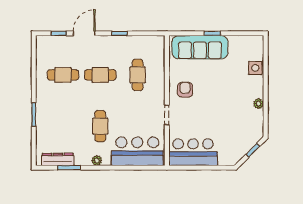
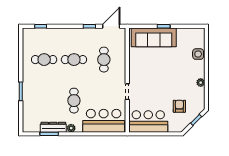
door: (84, 33) -> (111, 26), moved
armchair: (185, 90) -> (179, 106), moved
dresser: (58, 159) -> (53, 127), moved

